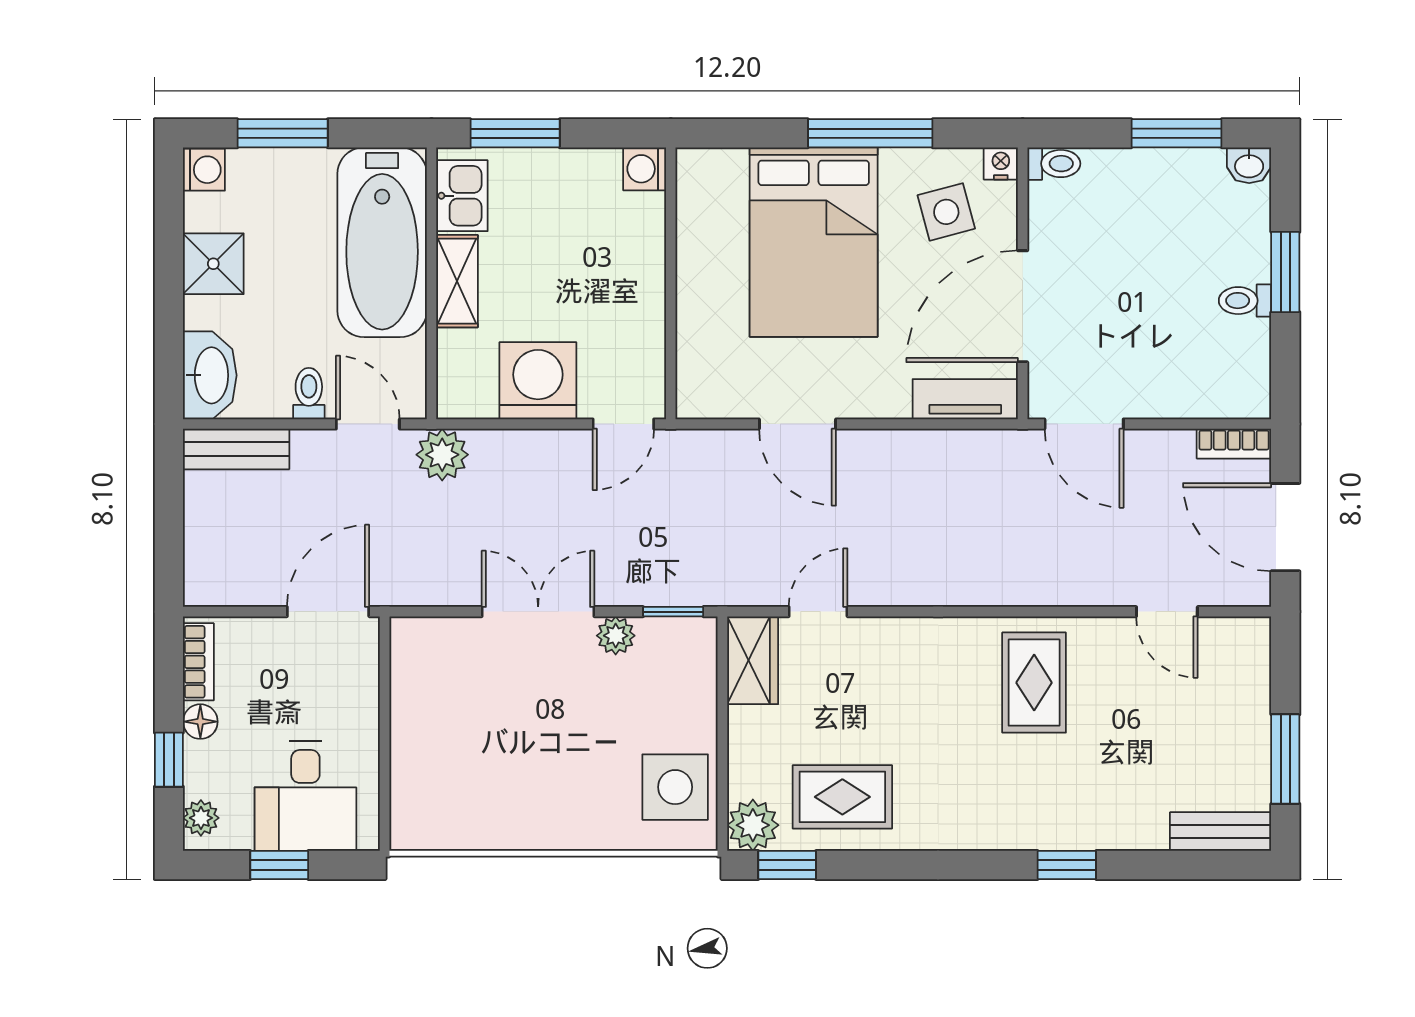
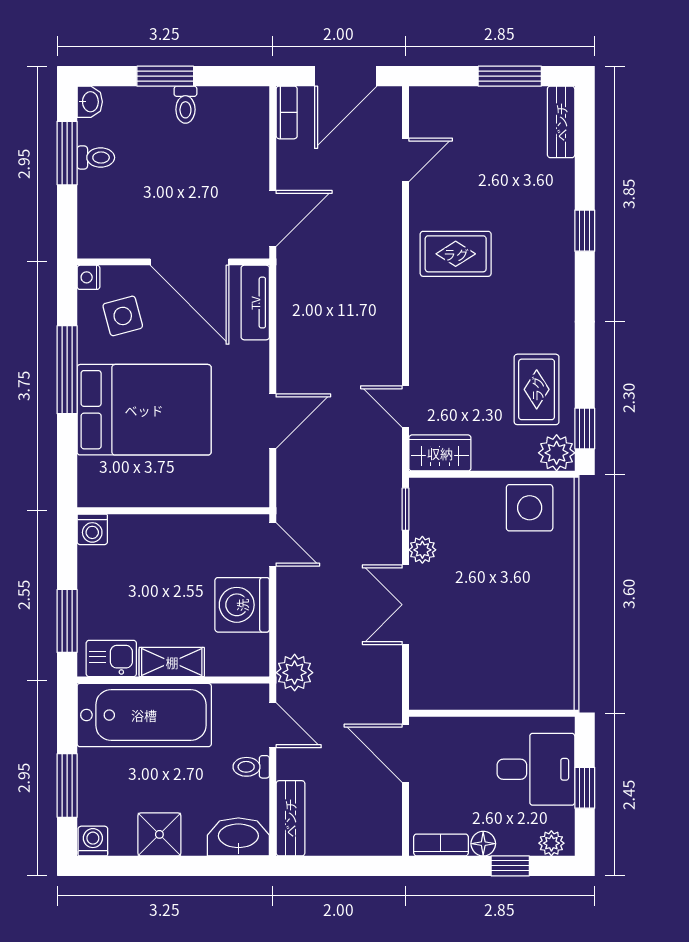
toilet: (1054, 164) -> (96, 158), moved, turned 90
door: (368, 424) -> (273, 725), swing flipped

